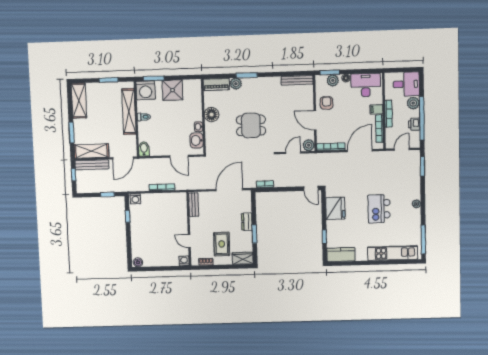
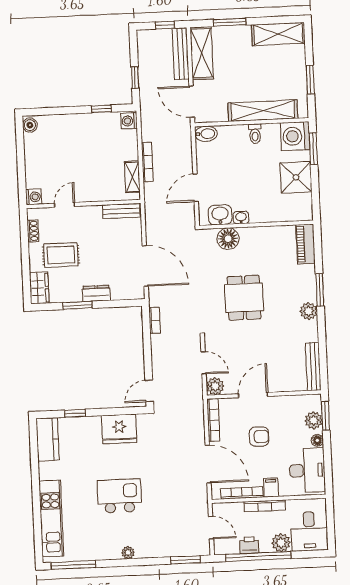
plant: (236, 84) -> (309, 311), moved
armchair: (327, 103) -> (259, 437), moved
floor lamp: (212, 115) -> (228, 239), moved
shelving: (172, 197) -> (132, 177), added

